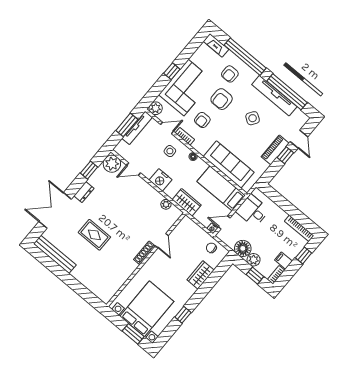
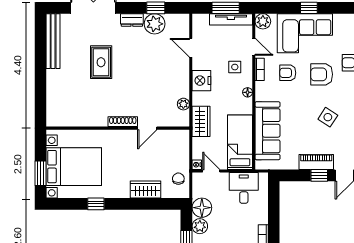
plant: (112, 164) -> (155, 24), moved

